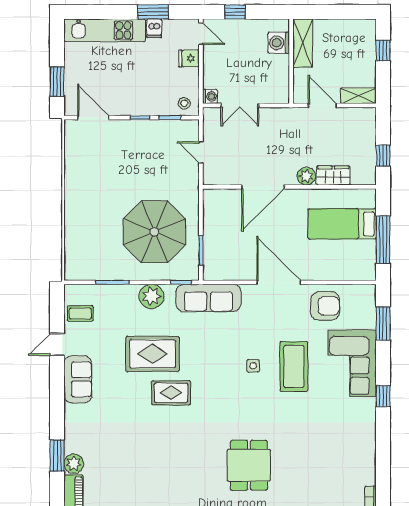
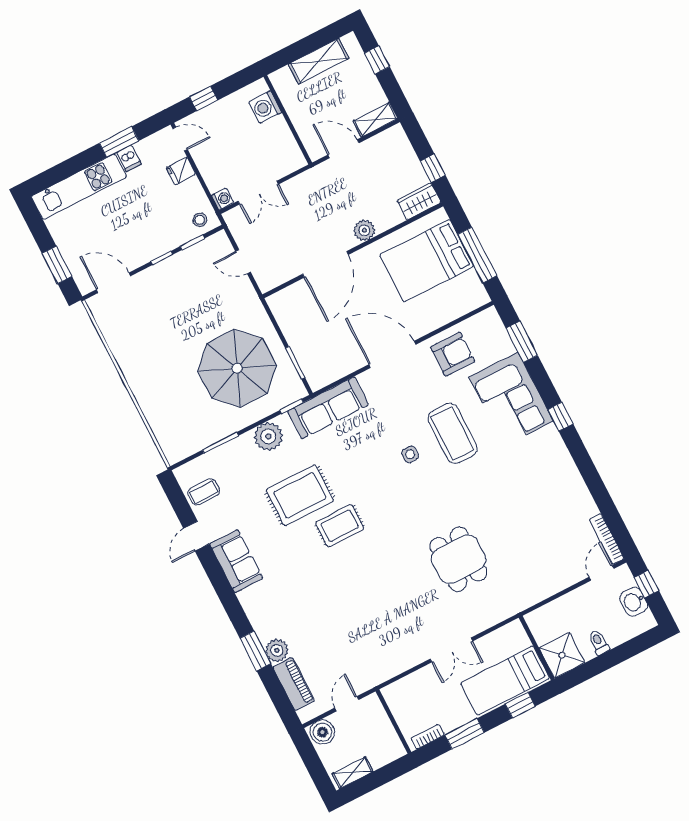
shelving: (303, 43) -> (319, 61), moved, turned 90
wardrobe: (333, 176) -> (419, 201), moved
bed: (342, 224) -> (427, 261), width x1.50

